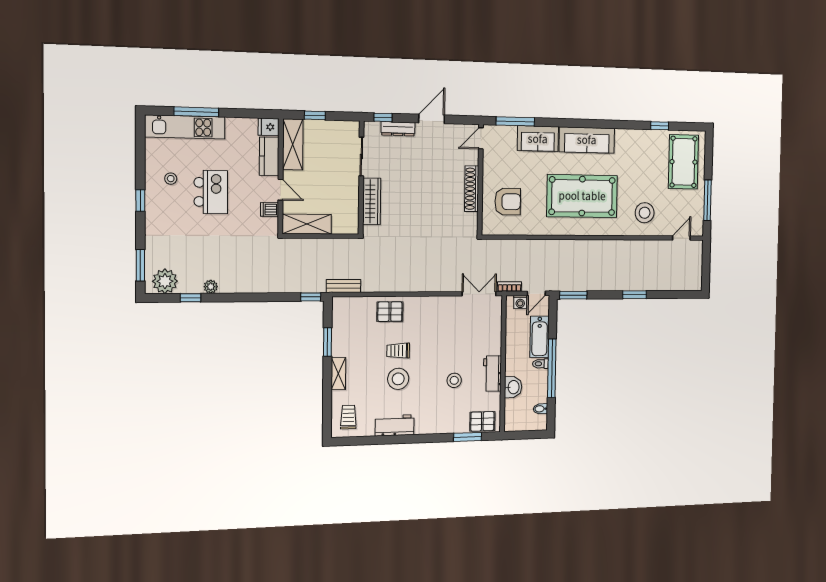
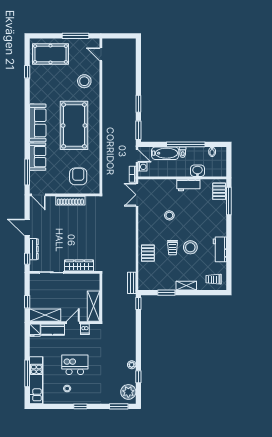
window: (635, 295) -> (138, 104), moved
stool: (454, 380) -> (169, 215), moved
window: (468, 437) -> (229, 201), width x1.44

